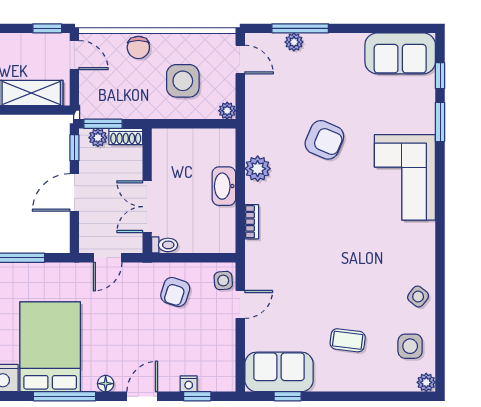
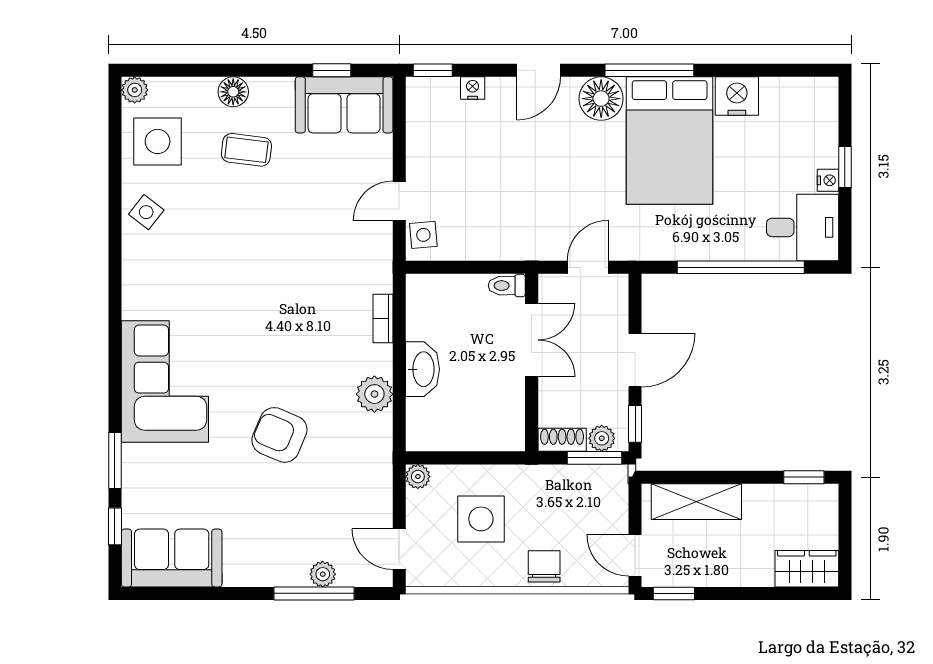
armchair: (175, 292) -> (492, 219), removed
side table: (410, 346) -> (158, 141), width x1.37, depth x1.37
floor lamp: (357, 381) -> (233, 92), added
floor lamp: (106, 384) -> (601, 99), width x1.89, depth x1.89
window: (197, 396) -> (433, 70), moved

